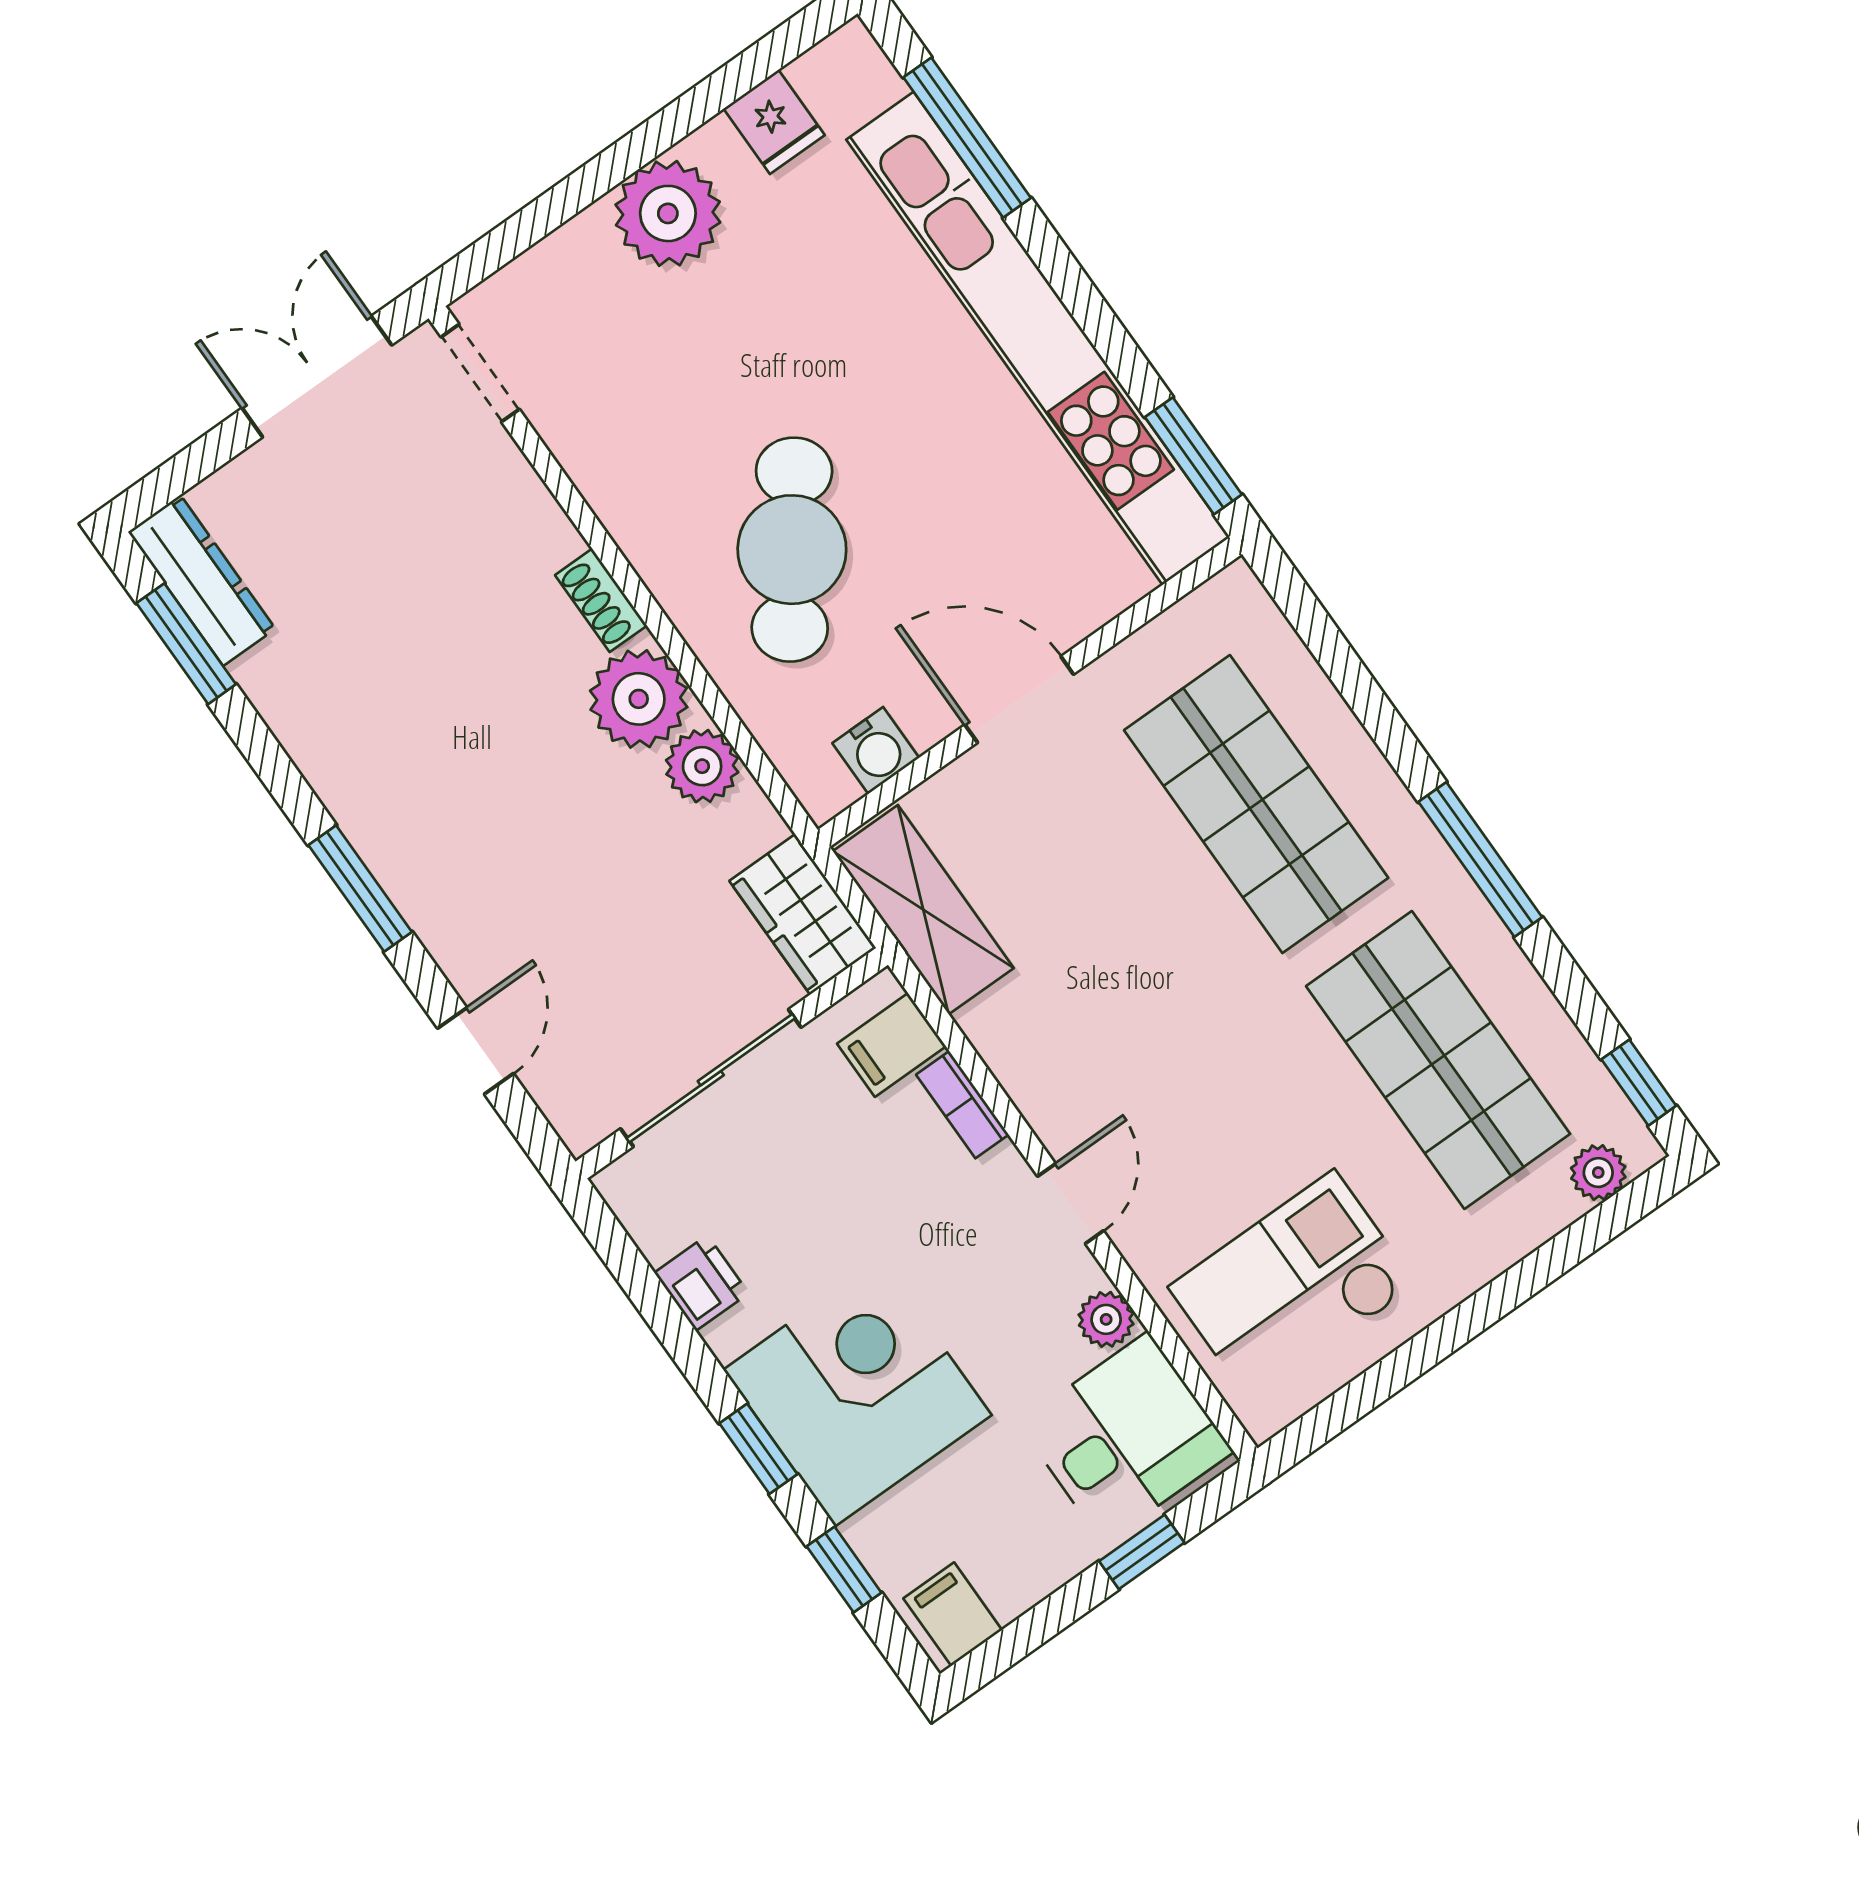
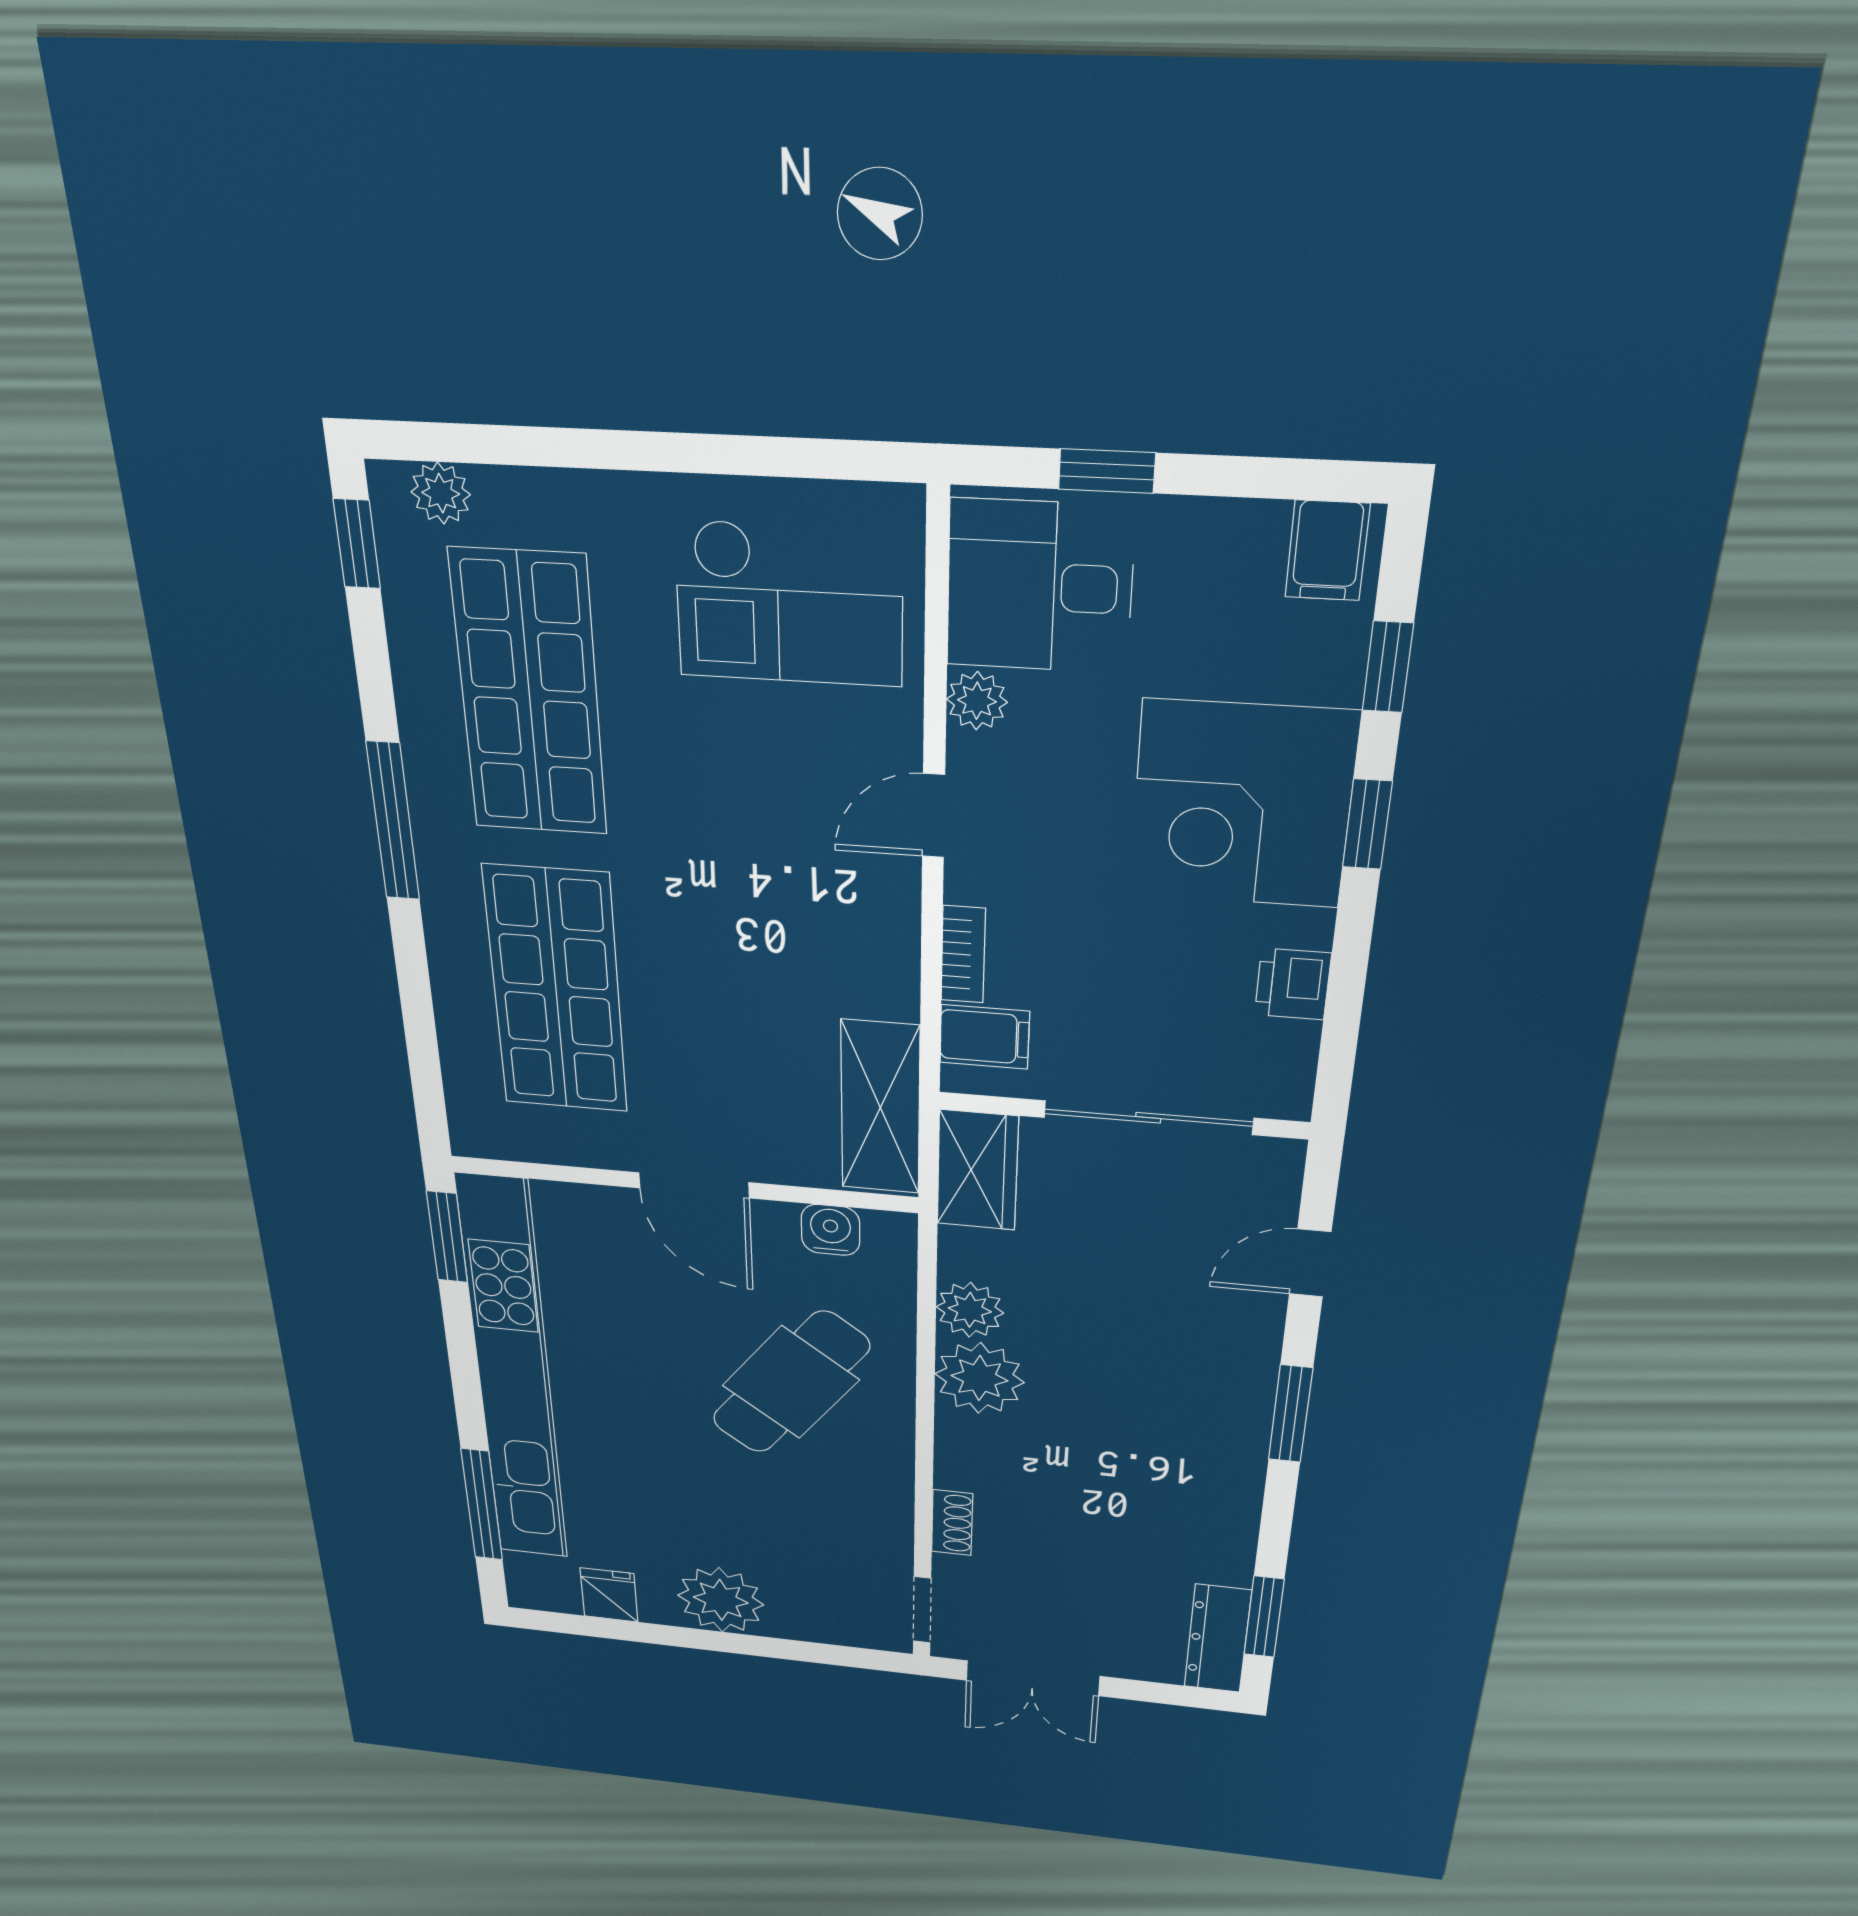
shoe rack: (601, 600) -> (952, 1523), moved

